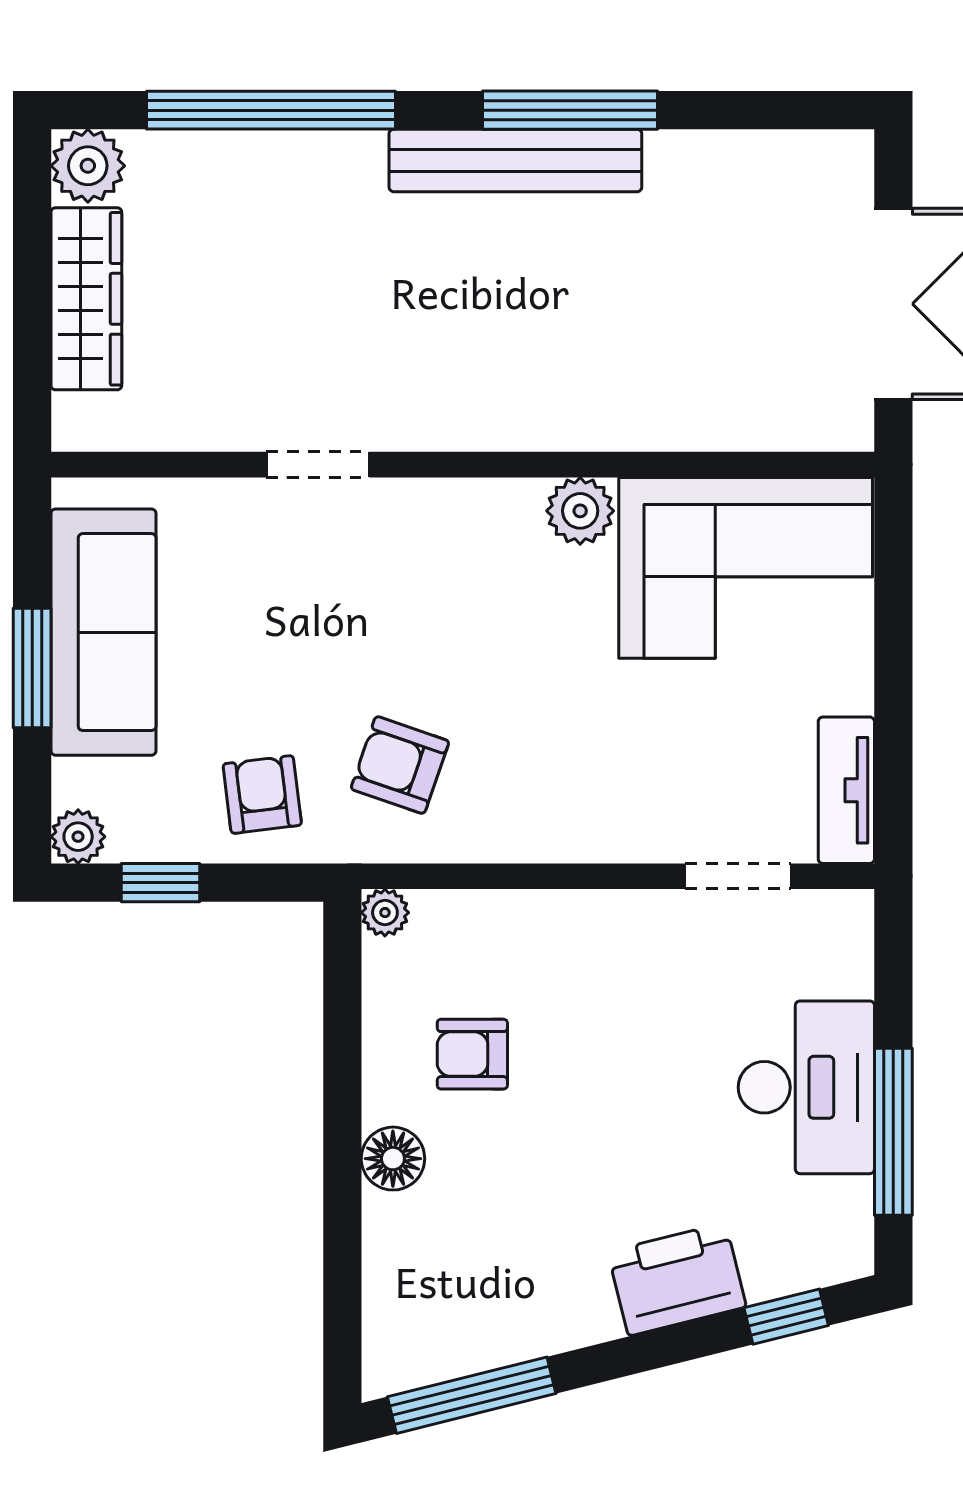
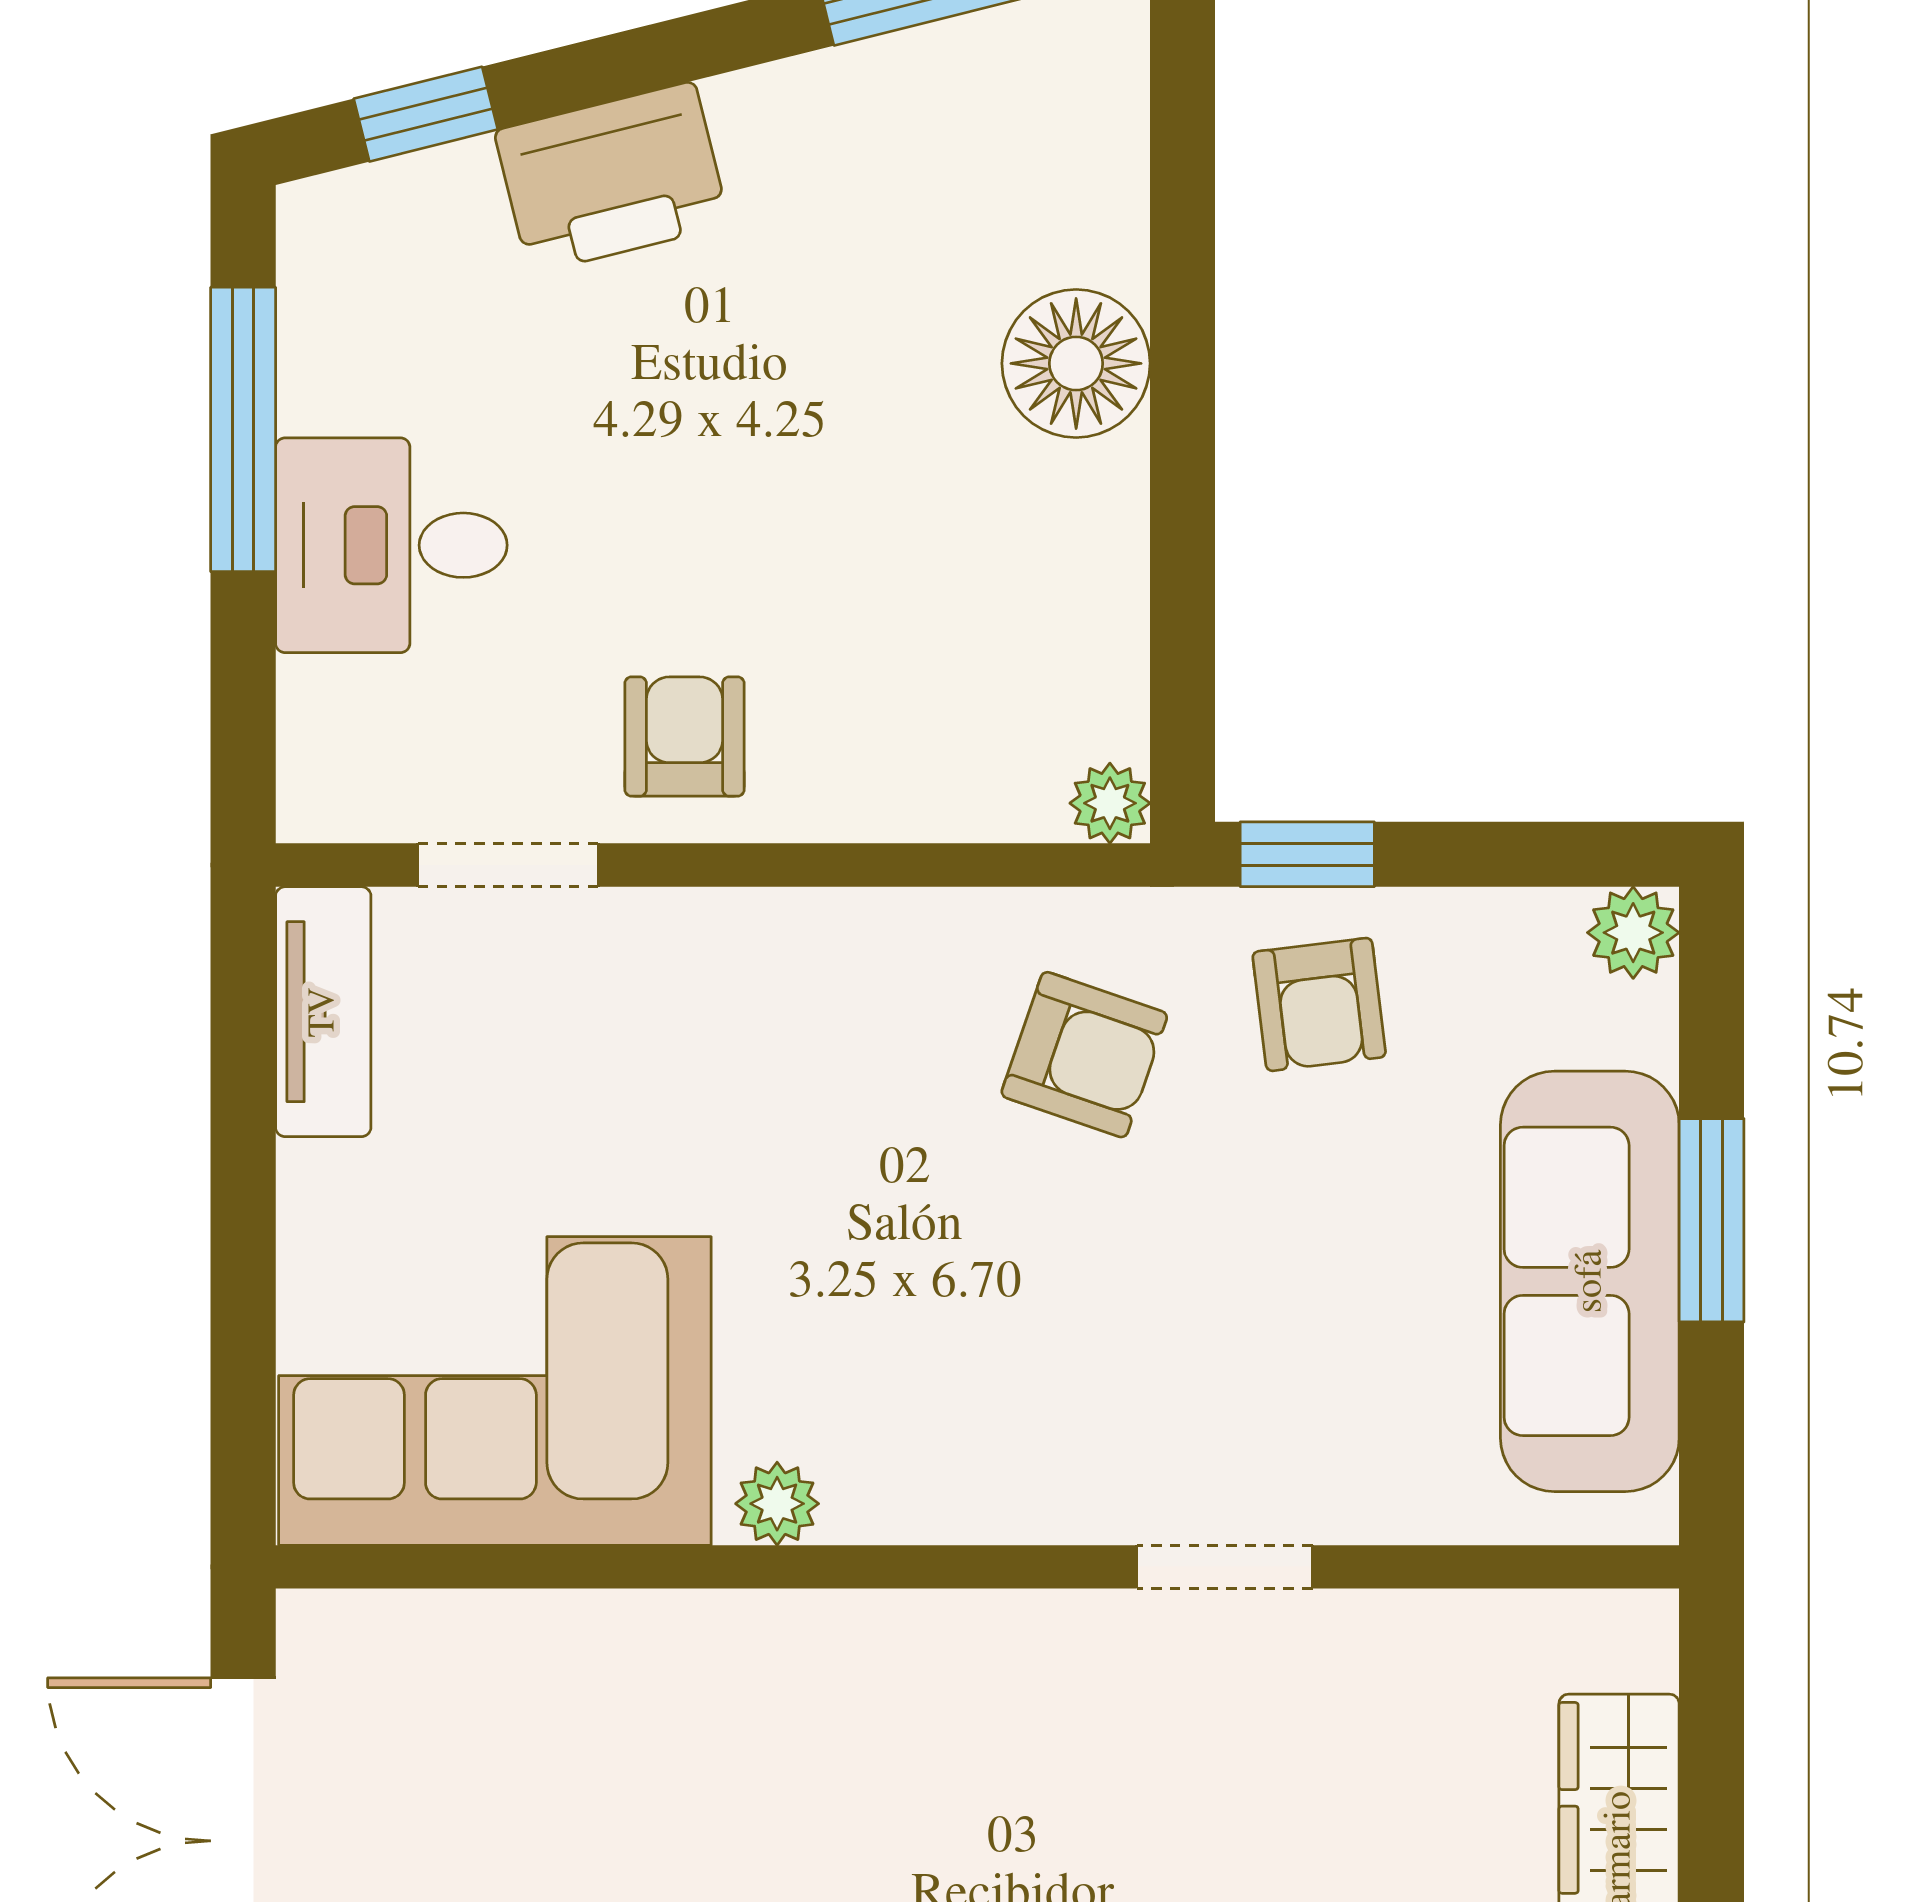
plant: (580, 511) -> (777, 1504), width x0.73, depth x0.73
window: (161, 883) -> (1307, 854), moved
armchair: (472, 1054) -> (685, 737), moved, turned -90
desk: (806, 1087) -> (391, 545), width x0.73
floor lamp: (393, 1159) -> (1076, 363), width x1.38, depth x1.38

